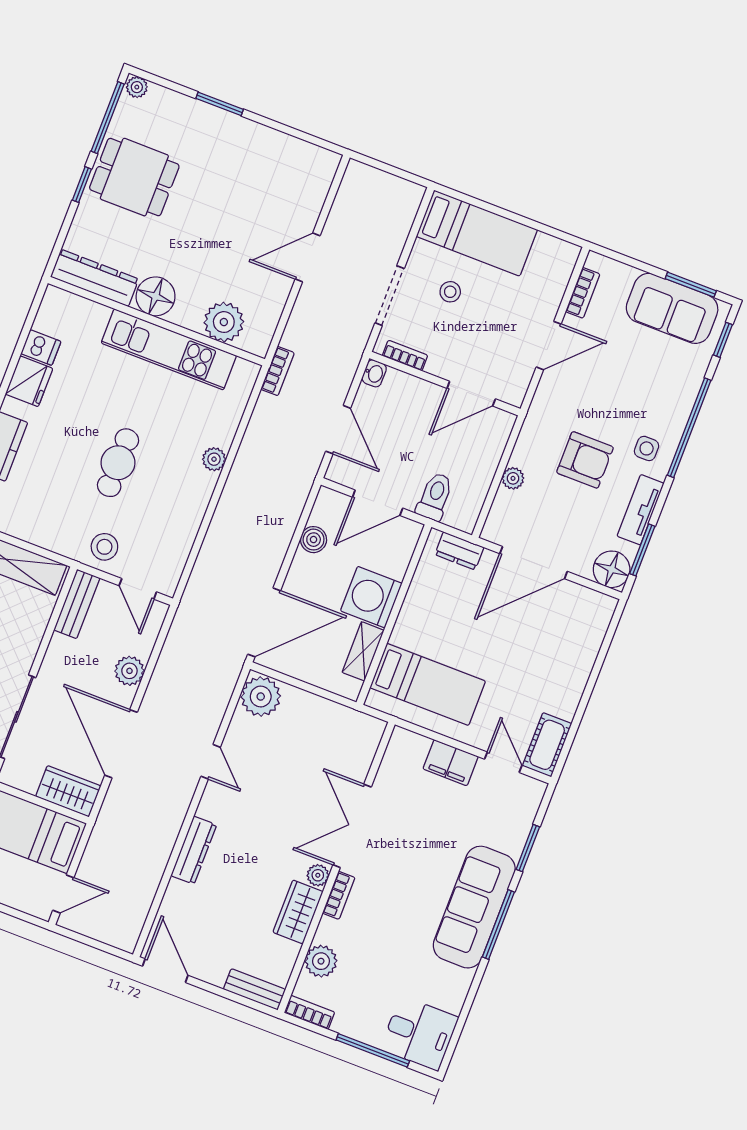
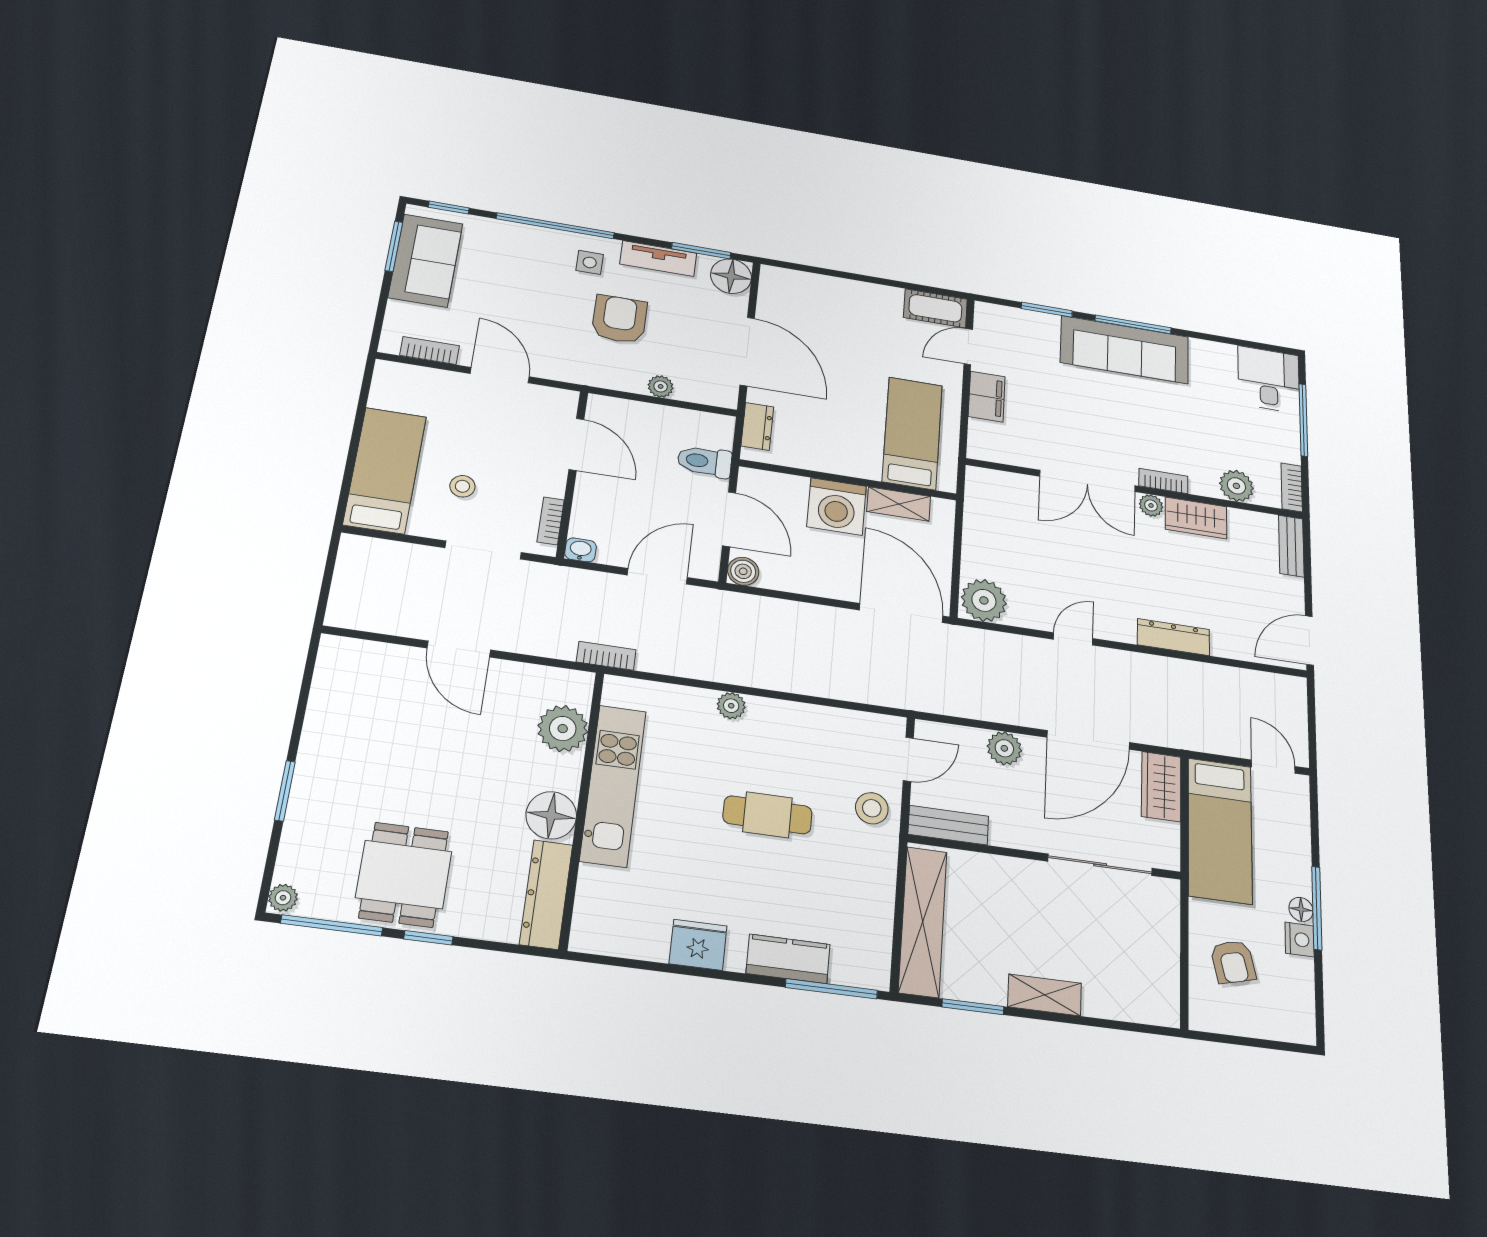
dishwasher: (41, 347) -> (652, 940), removed
boiler: (314, 540) -> (743, 571), moved

